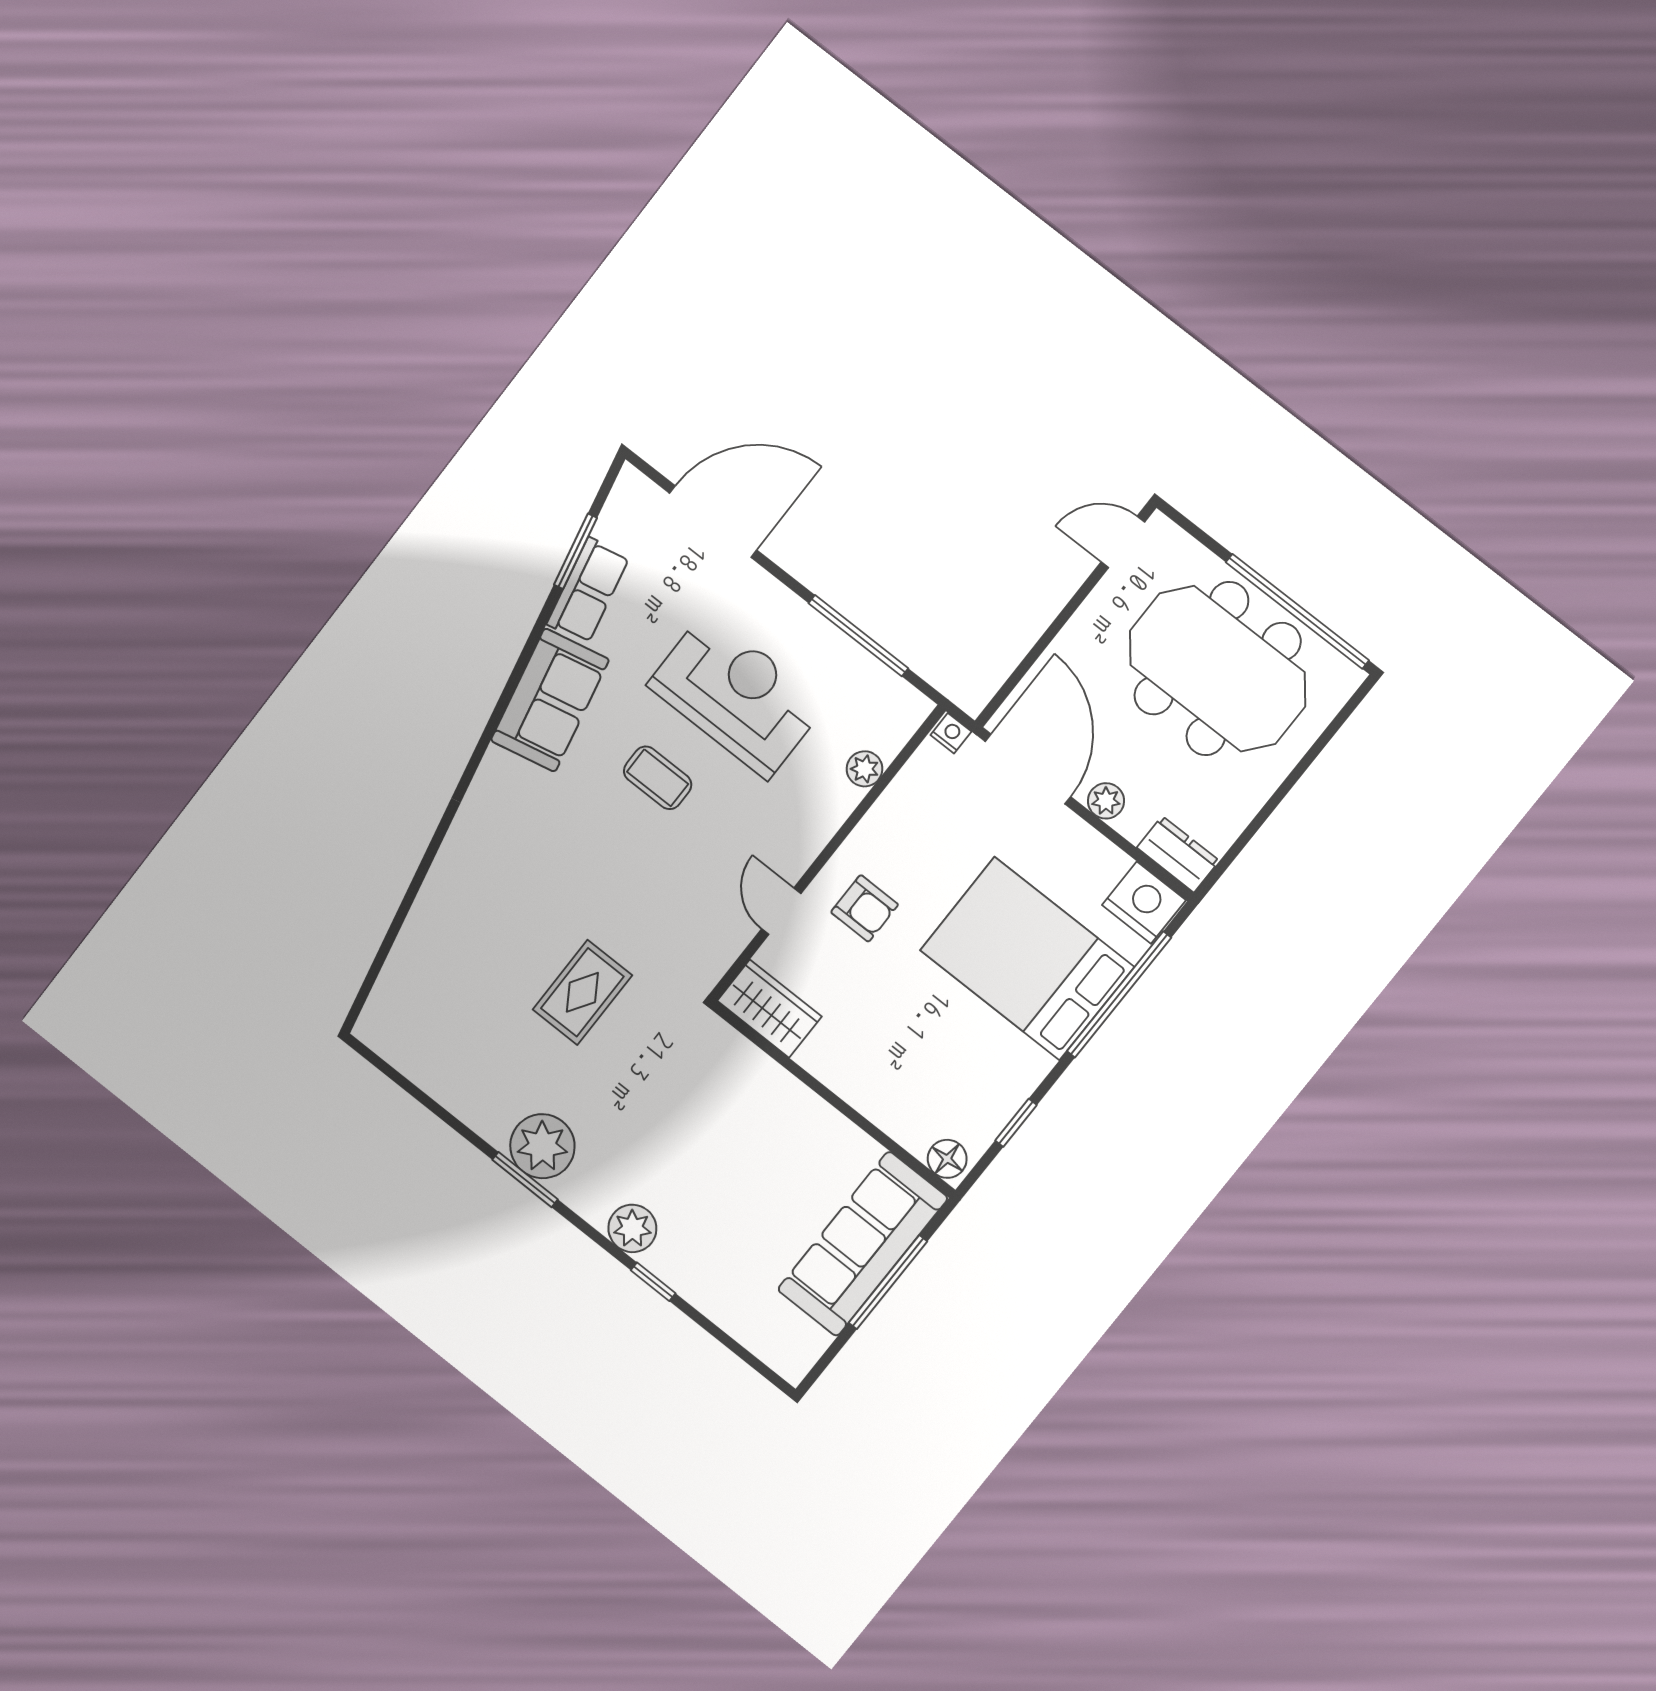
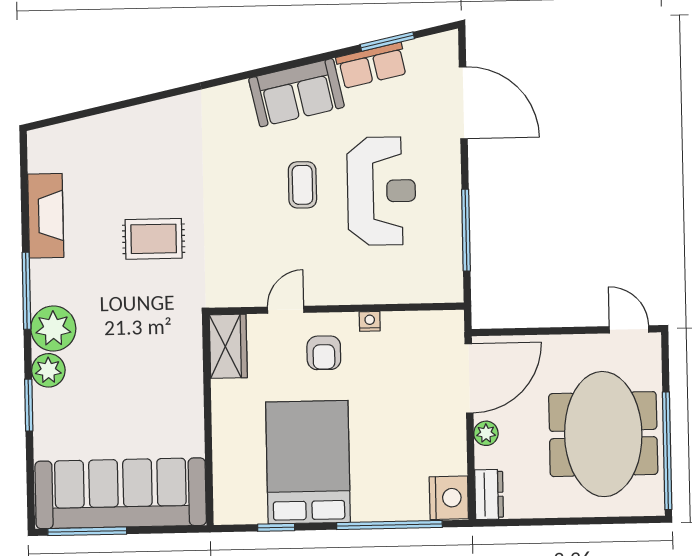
nightstand: (951, 733) -> (370, 321), moved, turned -90
plant: (865, 769) -> (398, 292), removed
bed: (1027, 959) -> (308, 462), moved
fireplace: (460, 1090) -> (46, 216), added
plant: (542, 1146) -> (53, 329), moved
floor lamp: (947, 1159) -> (227, 507), removed
window: (525, 1180) -> (26, 291), width x1.44
sofa: (863, 1244) -> (121, 493), width x1.36, depth x1.27
window: (653, 1282) -> (29, 405), width x1.50
window: (888, 1282) -> (87, 531), moved

